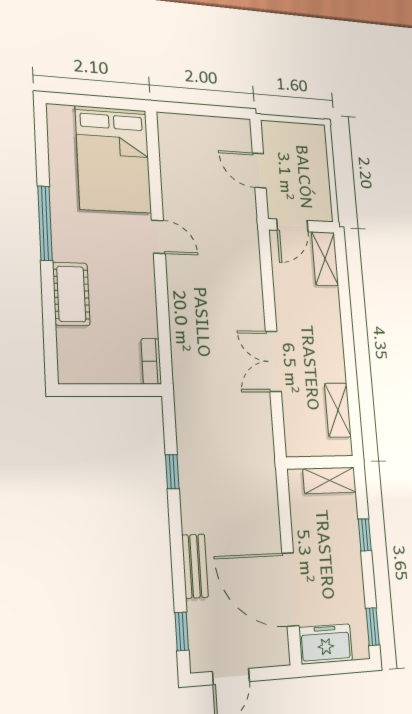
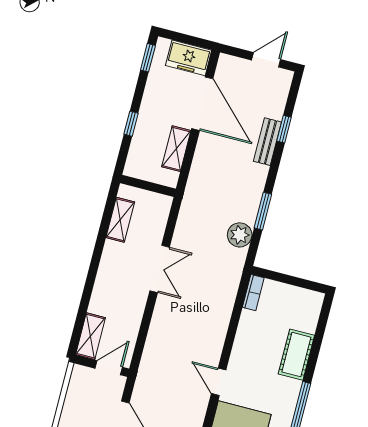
plant: (191, 432) -> (240, 235), added
window: (172, 472) -> (263, 211), width x1.50
shelving: (329, 480) -> (176, 149), moved, turned 90
window: (182, 631) -> (284, 129), moved

